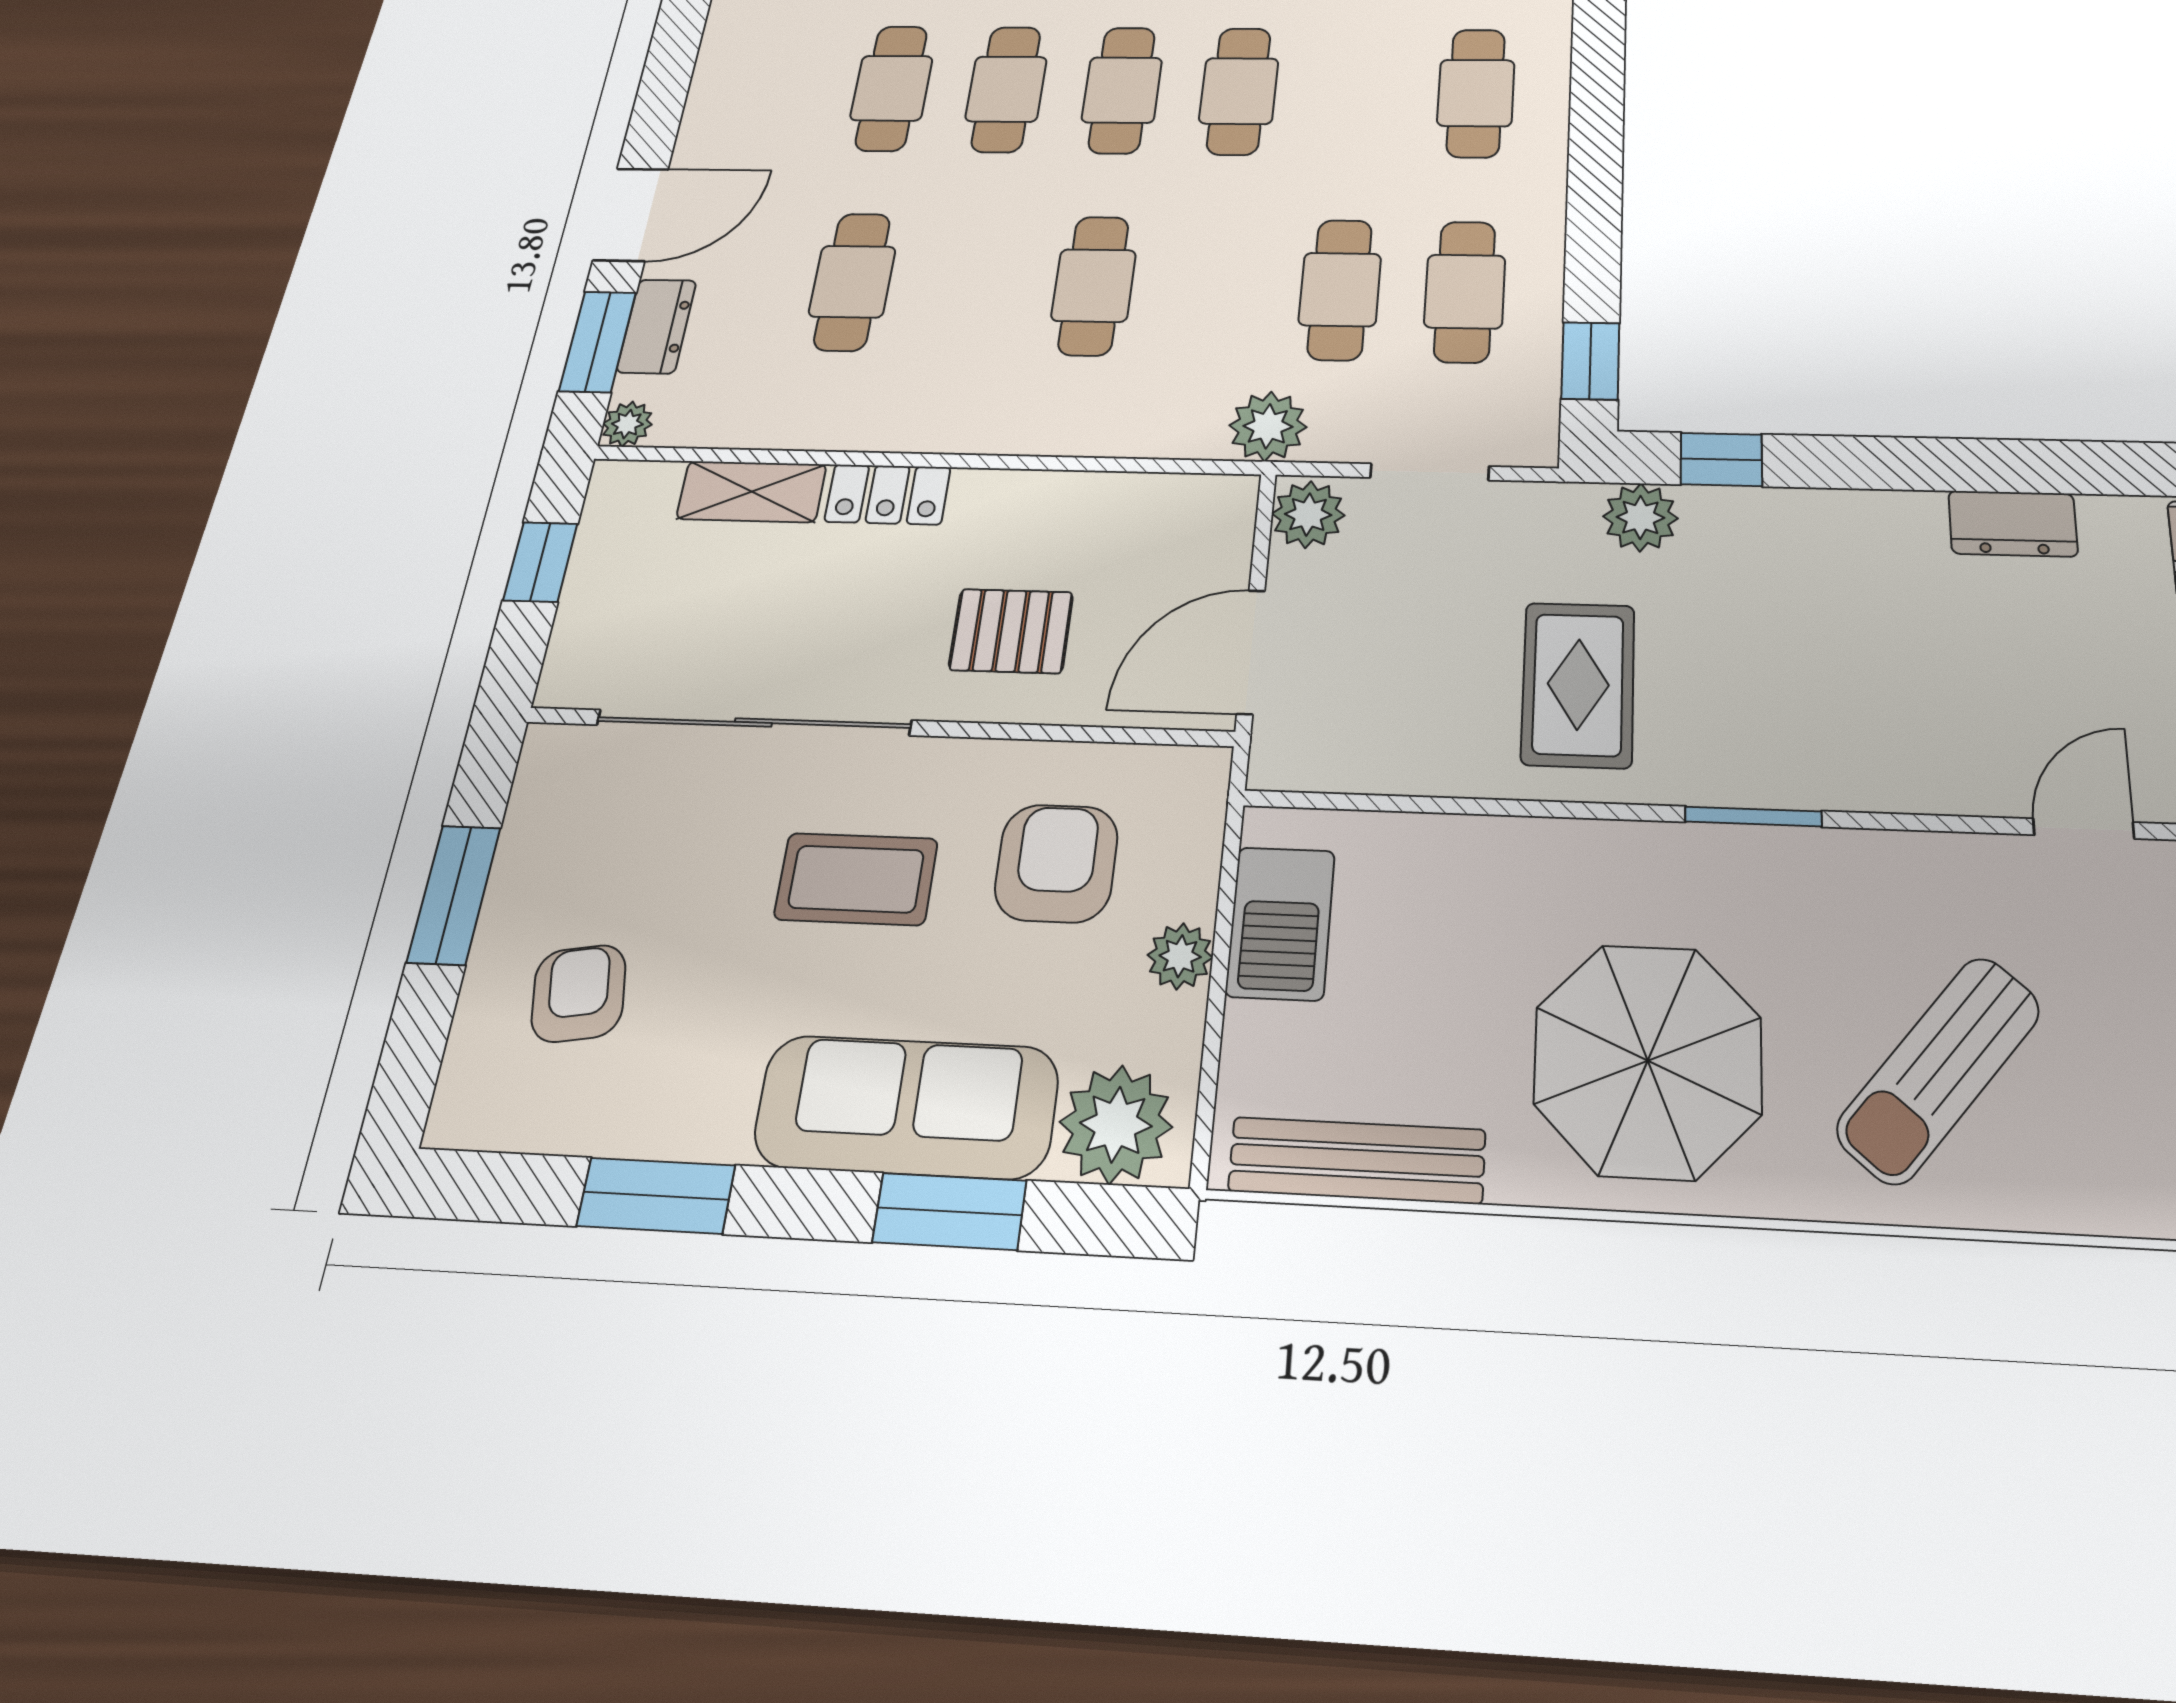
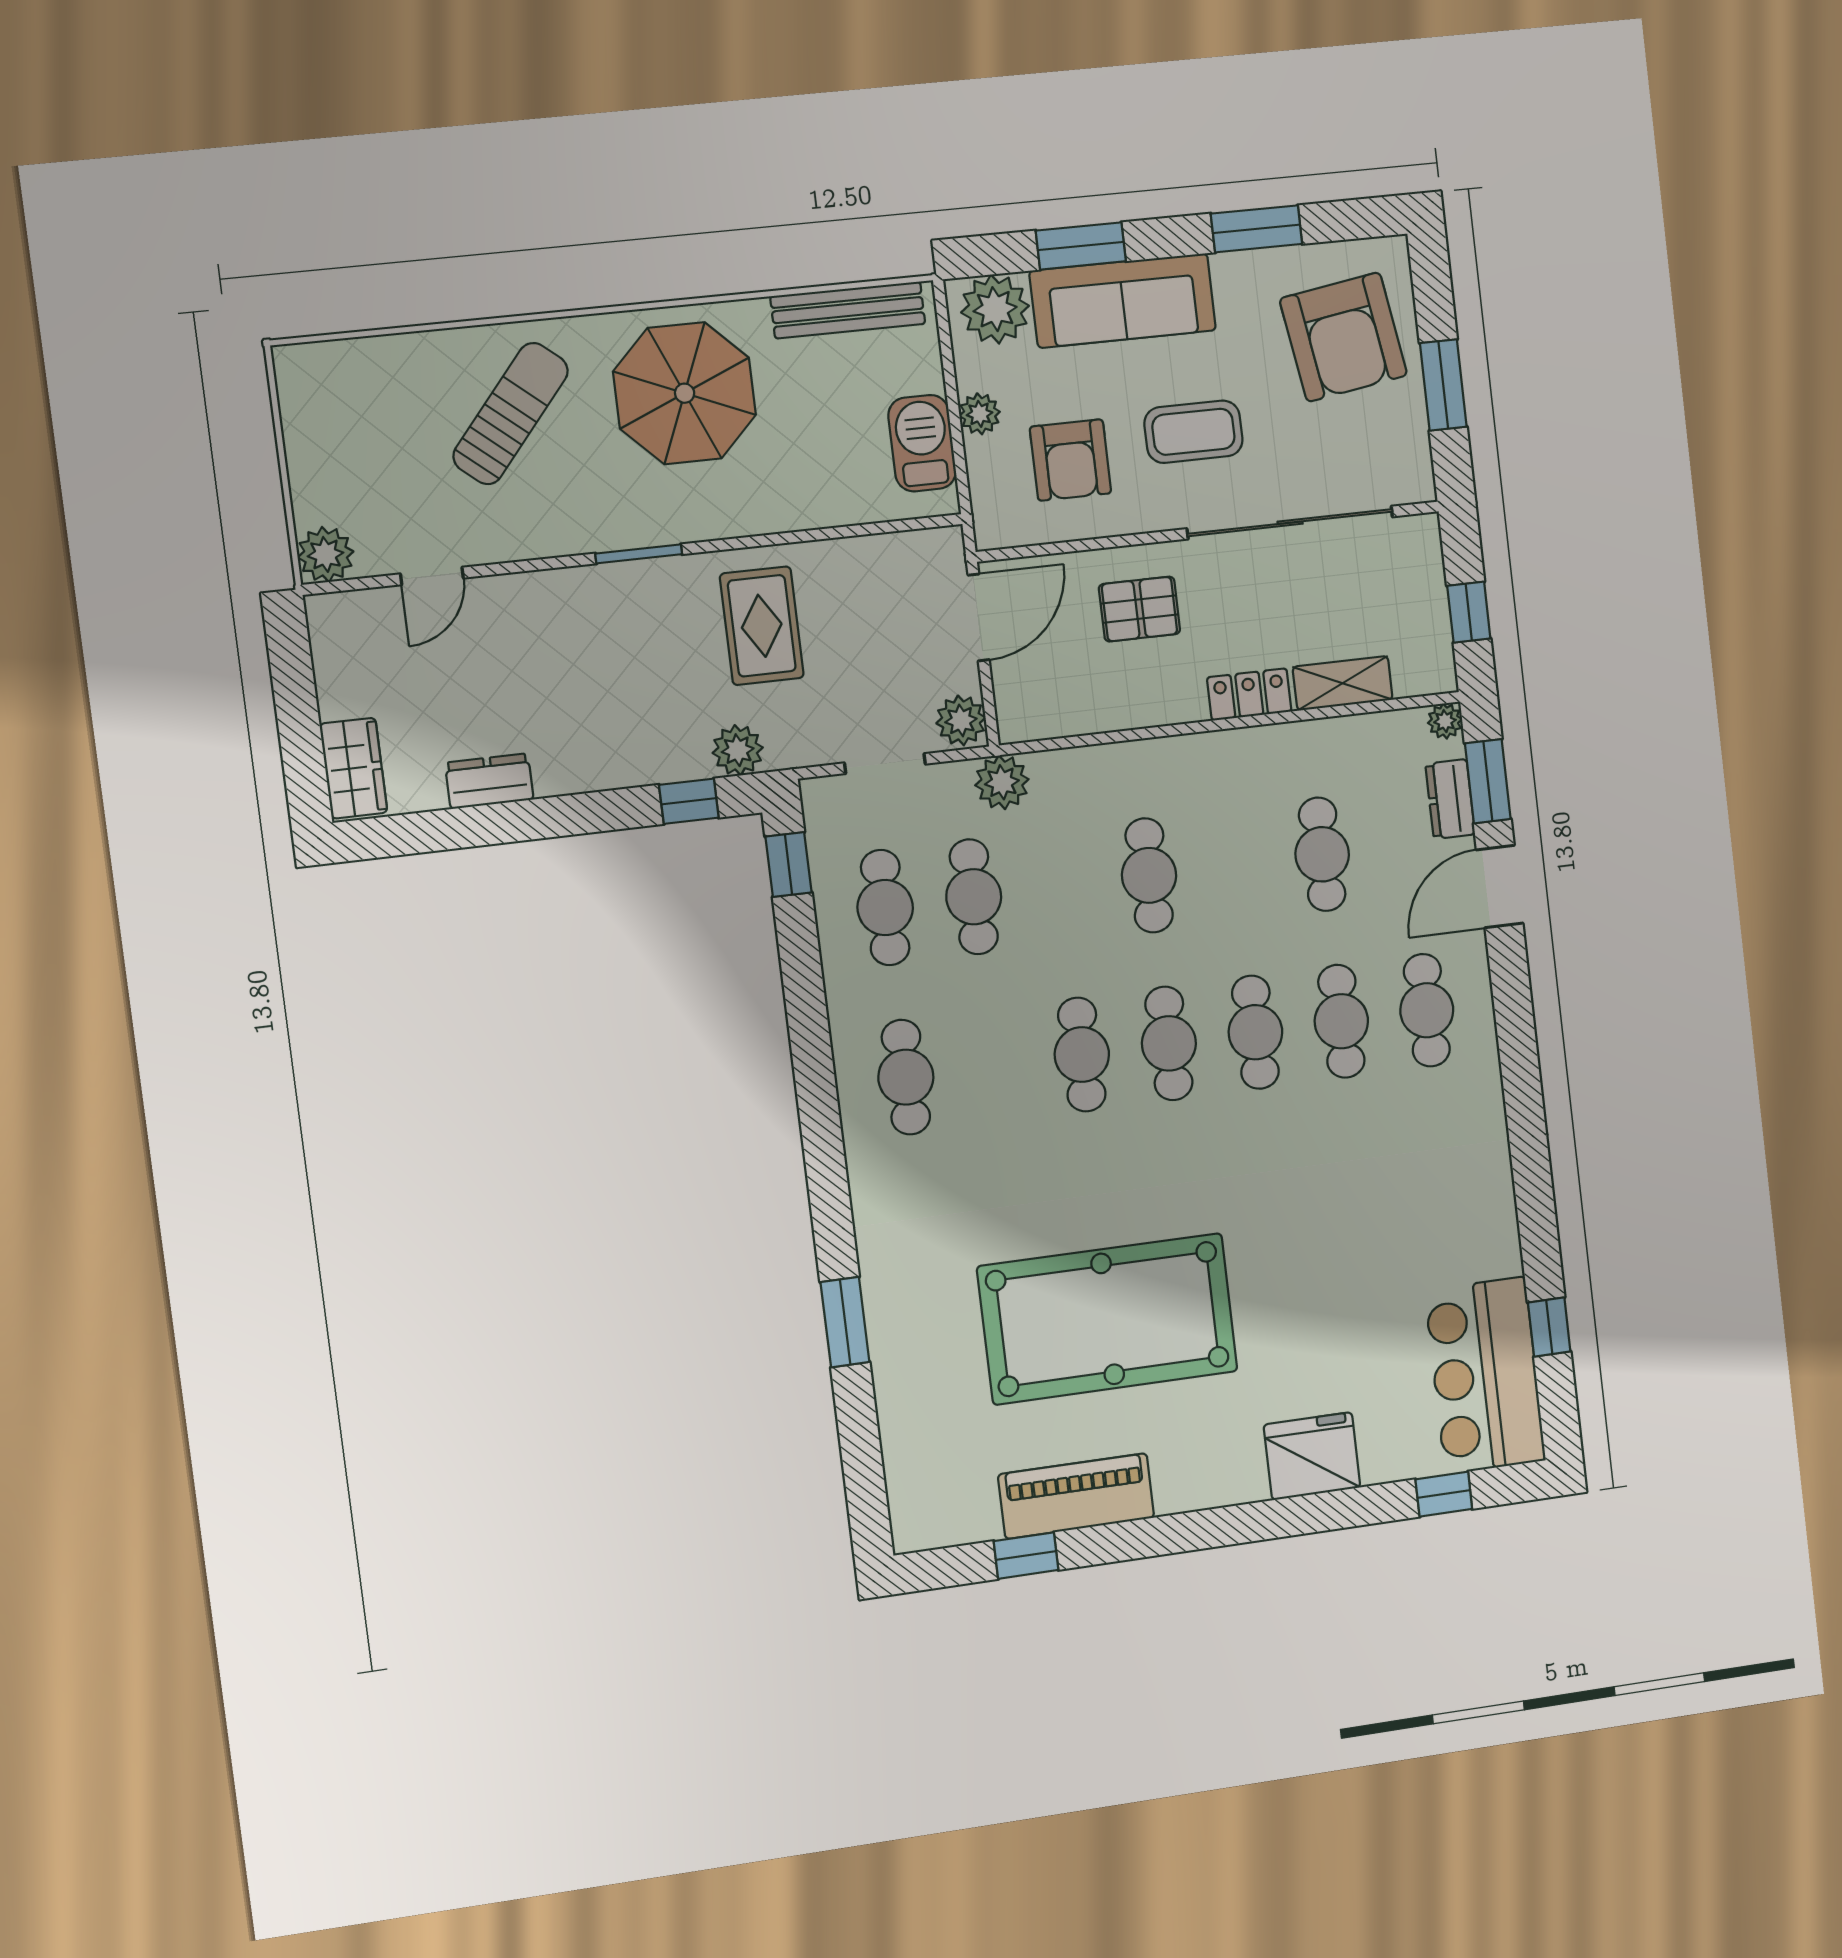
cafe table: (778, 87) -> (1427, 1010), added
armchair: (579, 993) -> (1343, 337), width x1.88, depth x1.88

